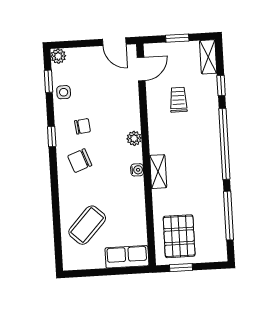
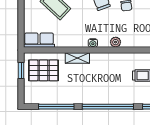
shelving: (158, 172) -> (77, 58), moved
row of seats: (127, 257) -> (39, 40), moved, turned -90

